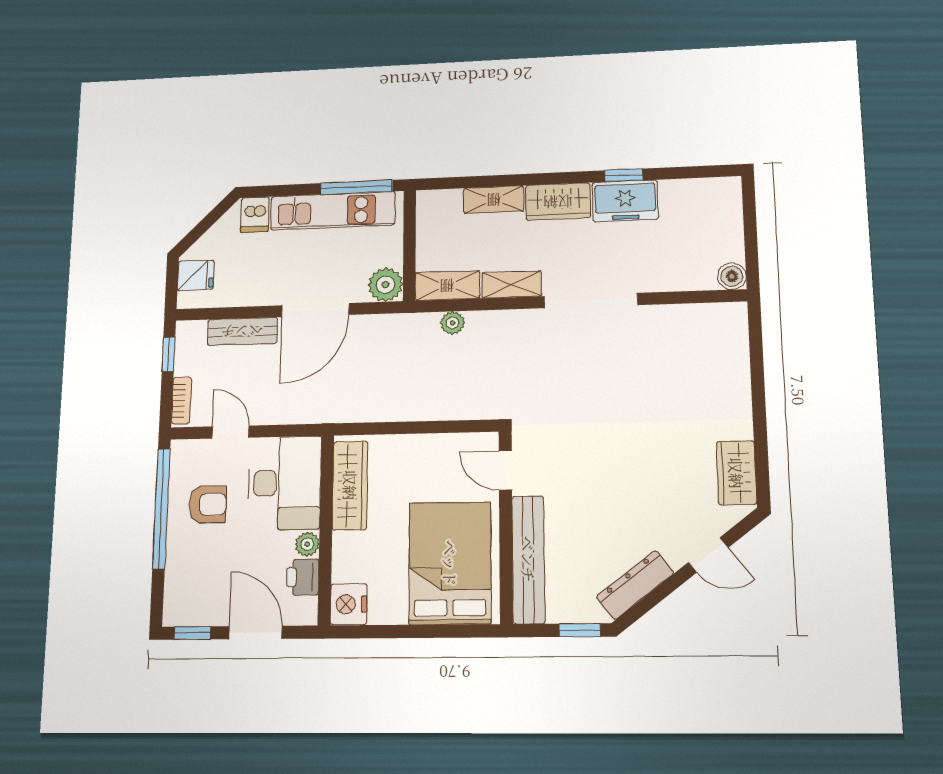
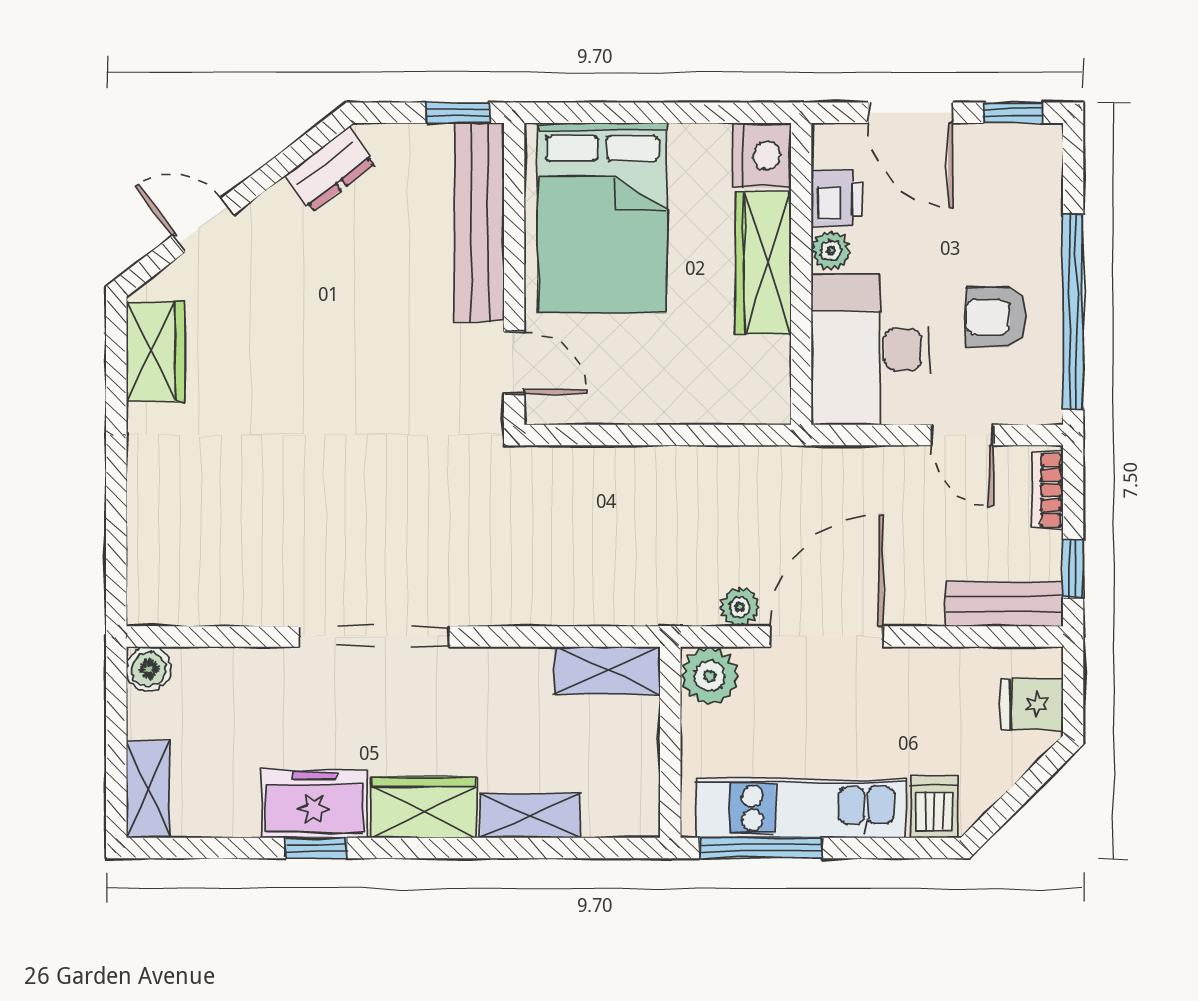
shelving: (512, 284) -> (148, 790), moved, turned 90
plant: (452, 323) -> (740, 607), moved
bench: (242, 331) -> (1004, 604), moved
wardrobe: (350, 485) -> (763, 263), moved
dresser: (635, 585) -> (330, 170), width x0.70
window: (580, 630) -> (458, 113), moved

